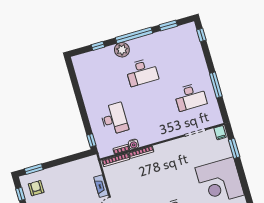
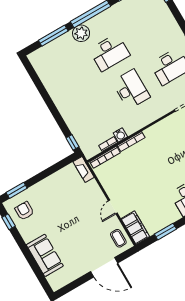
window: (98, 46) -> (53, 36), width x2.17
desk: (114, 119) -> (131, 89), moved
fireplace: (101, 186) -> (84, 170), moved

